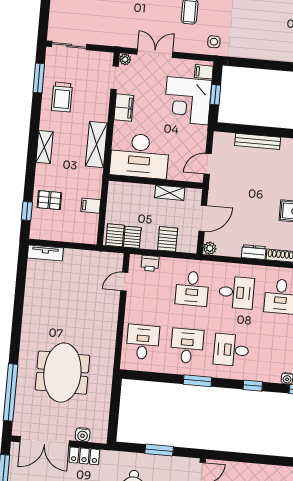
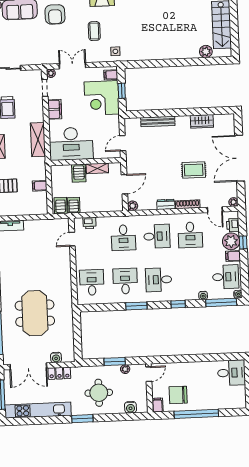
server rack: (168, 239) -> (79, 173), moved, turned 180
plant: (172, 462) -> (125, 369), added

